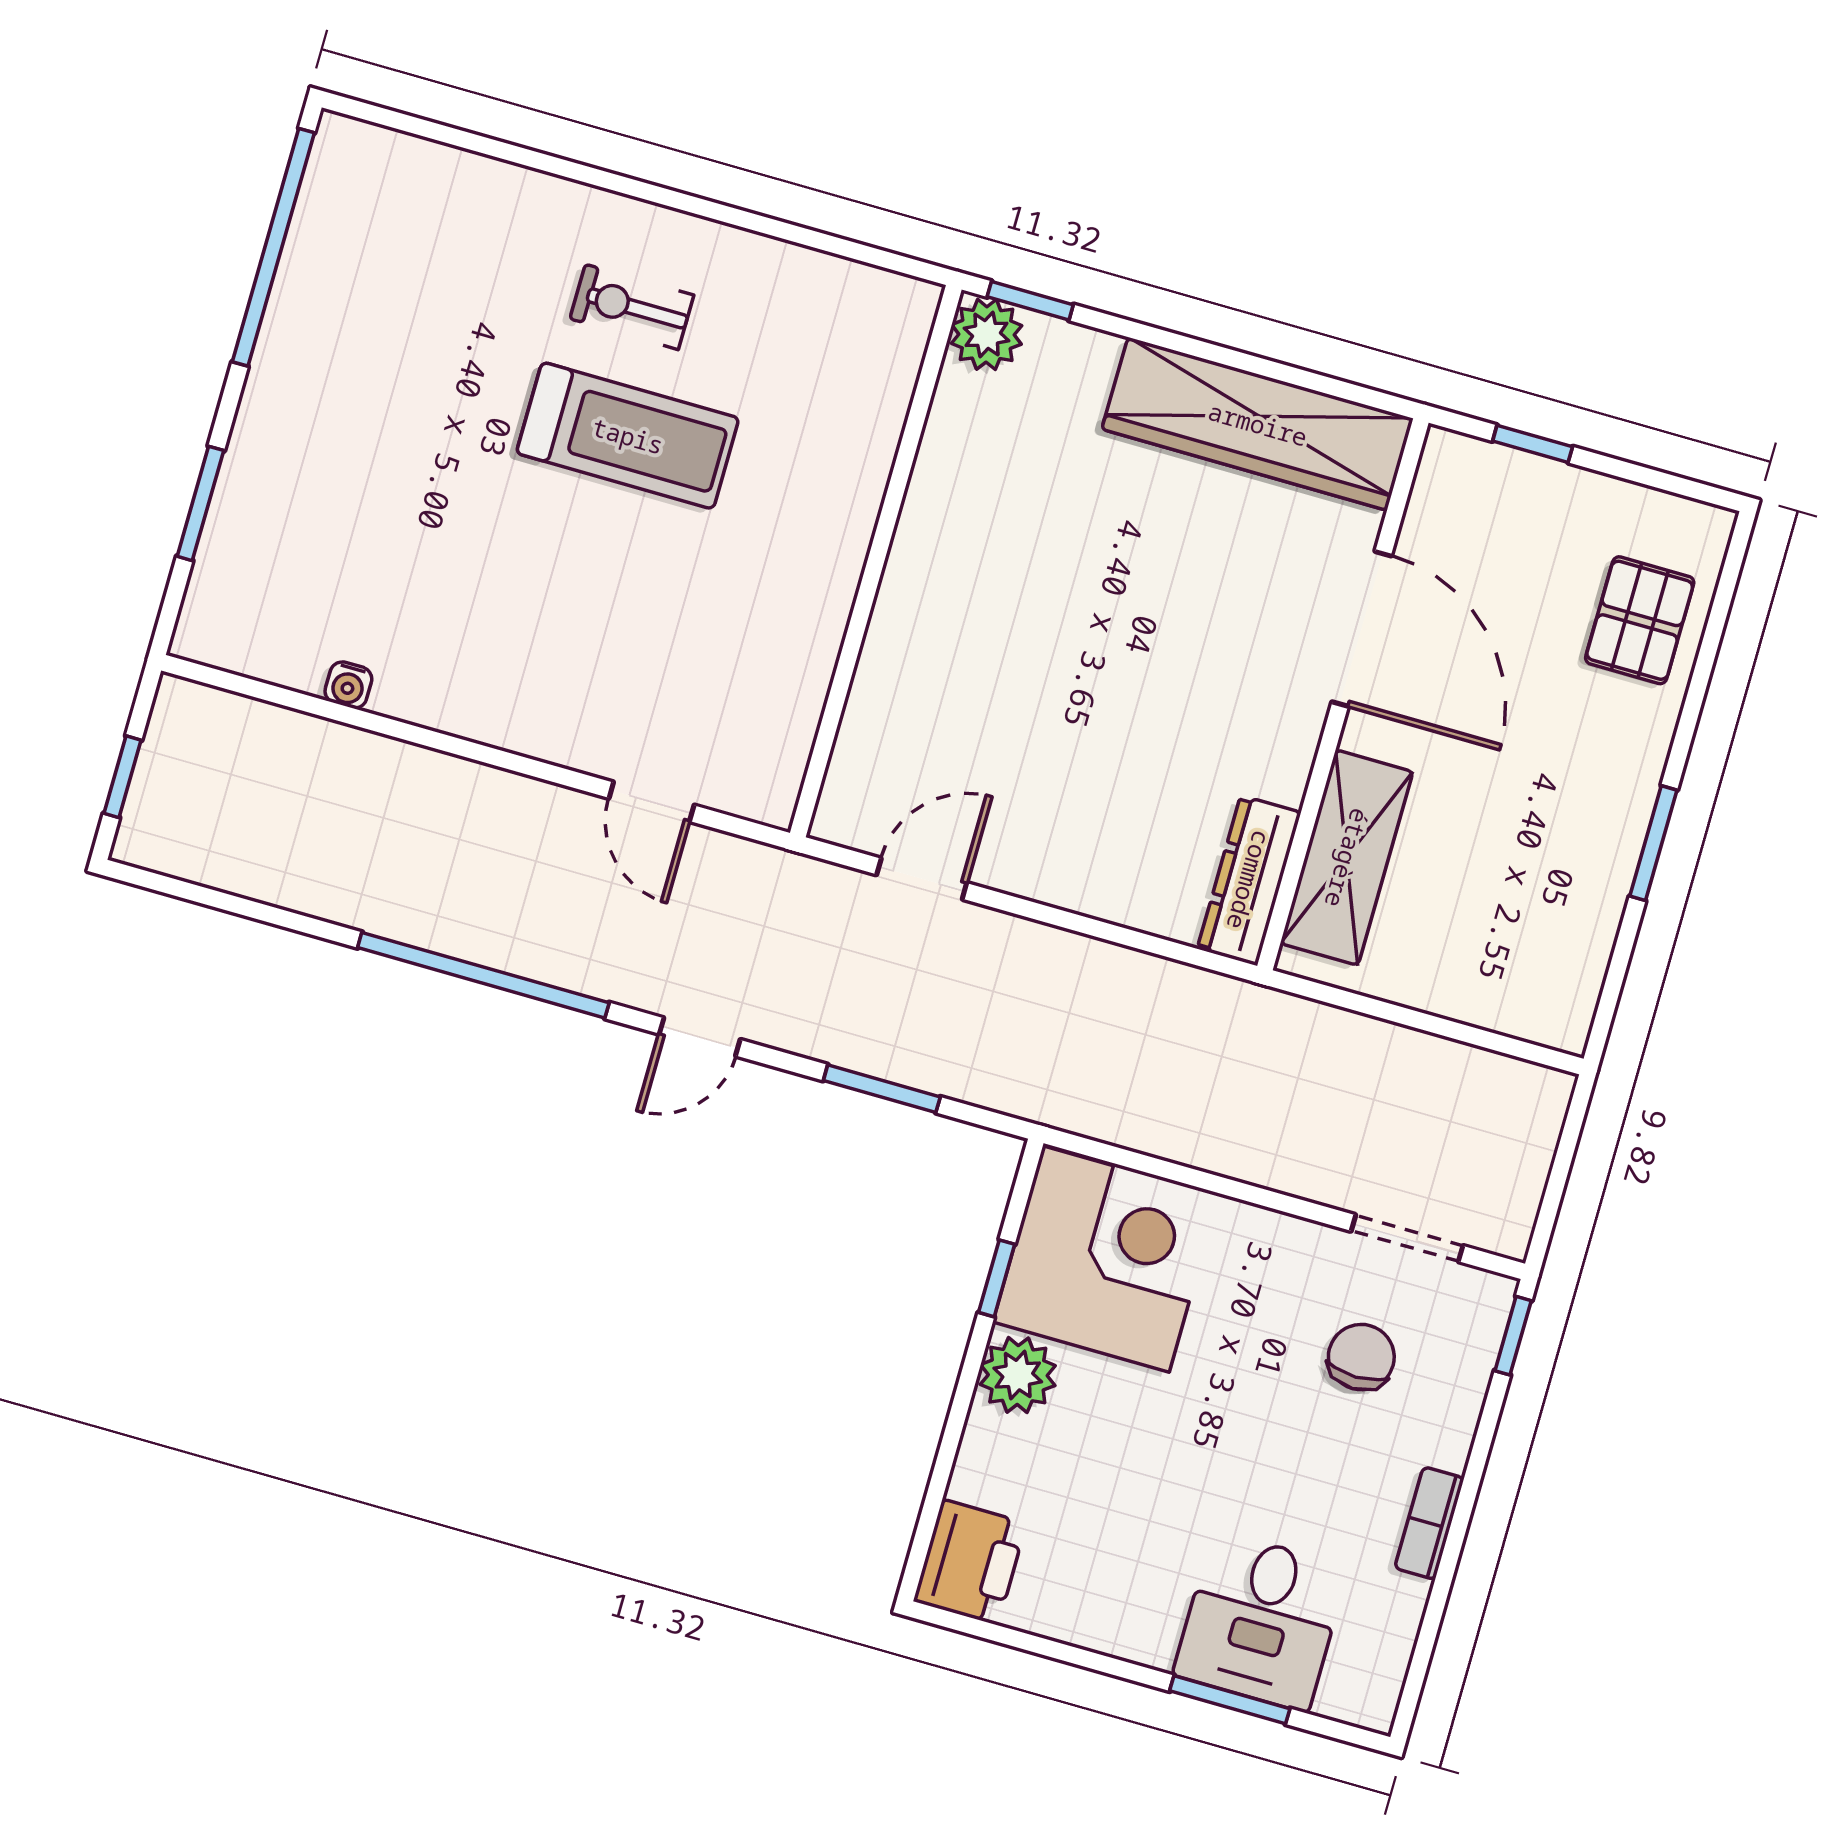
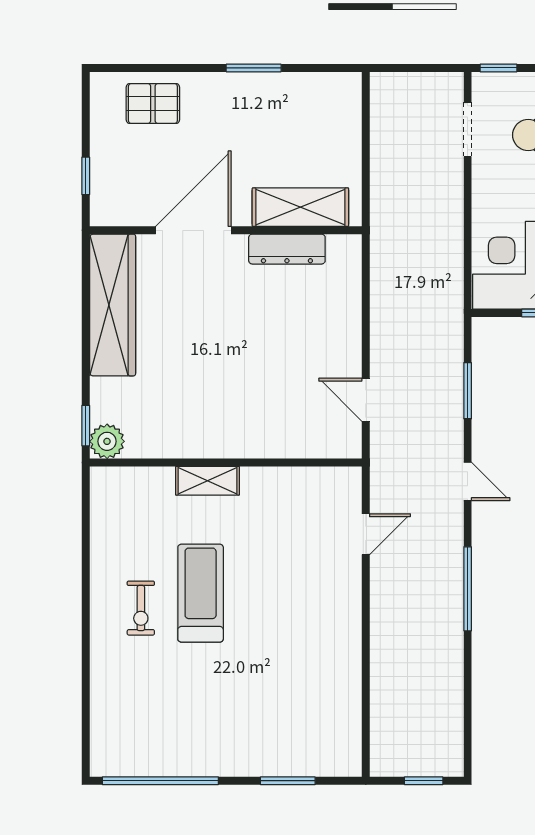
shelving: (850, 514) -> (208, 481), added
water cooler: (348, 685) -> (352, 689), removed
dresser: (1249, 880) -> (287, 249), moved
window: (483, 975) -> (468, 589), width x0.68

